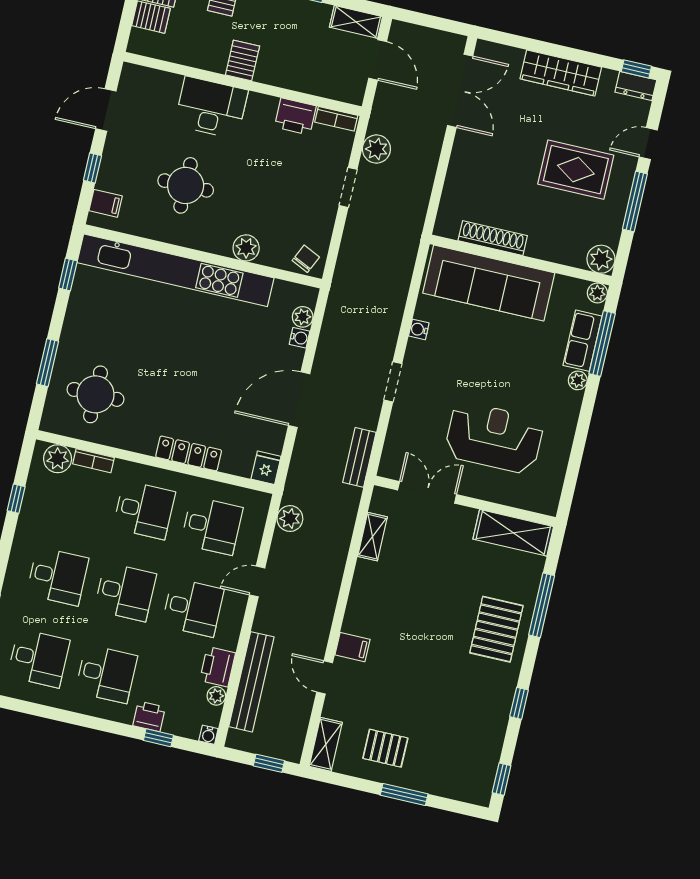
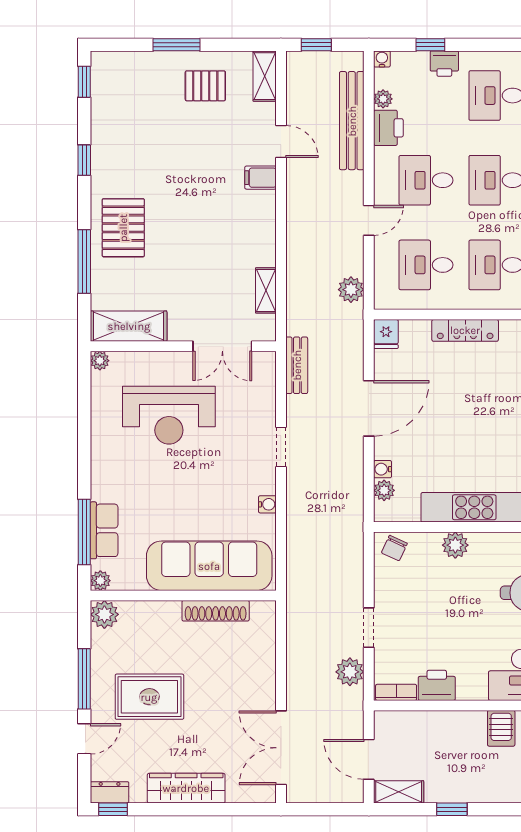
plant: (578, 380) -> (100, 361), moved

